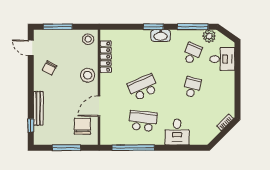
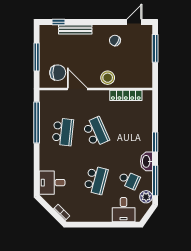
washbasin: (161, 36) -> (146, 161), moved
stool: (88, 39) -> (143, 78), removed
school desk: (192, 87) -> (96, 180), width x1.85
desk: (177, 132) -> (52, 183), moved

